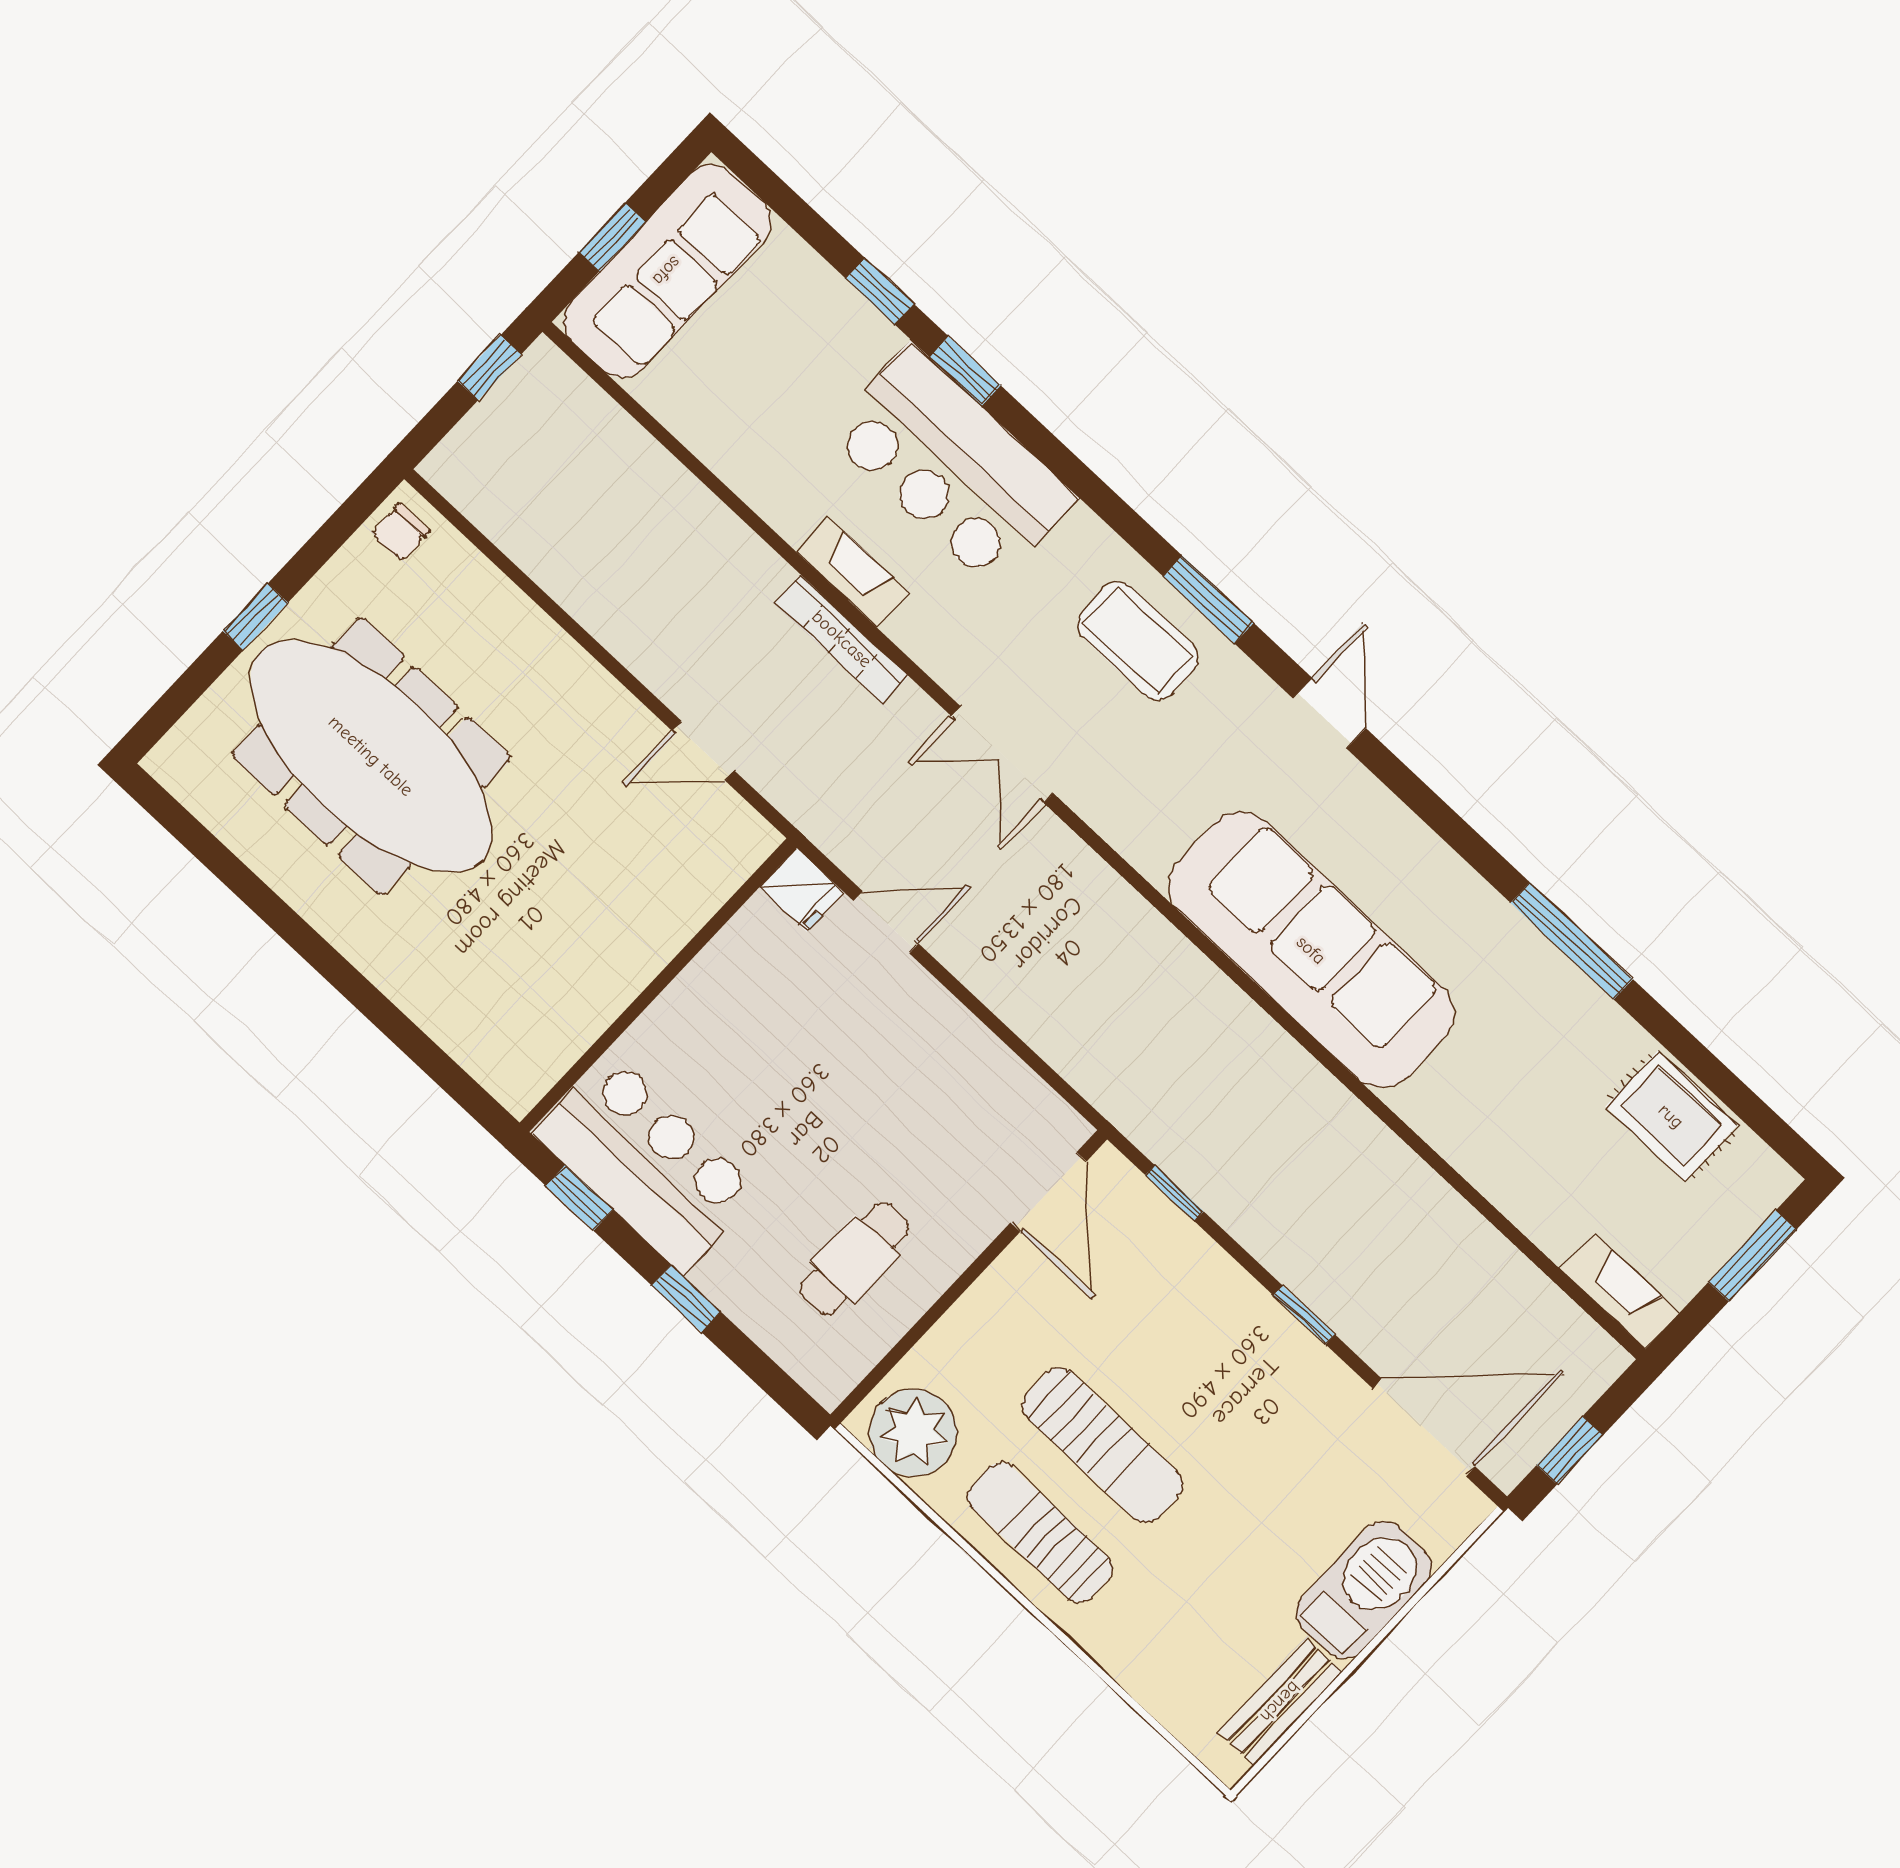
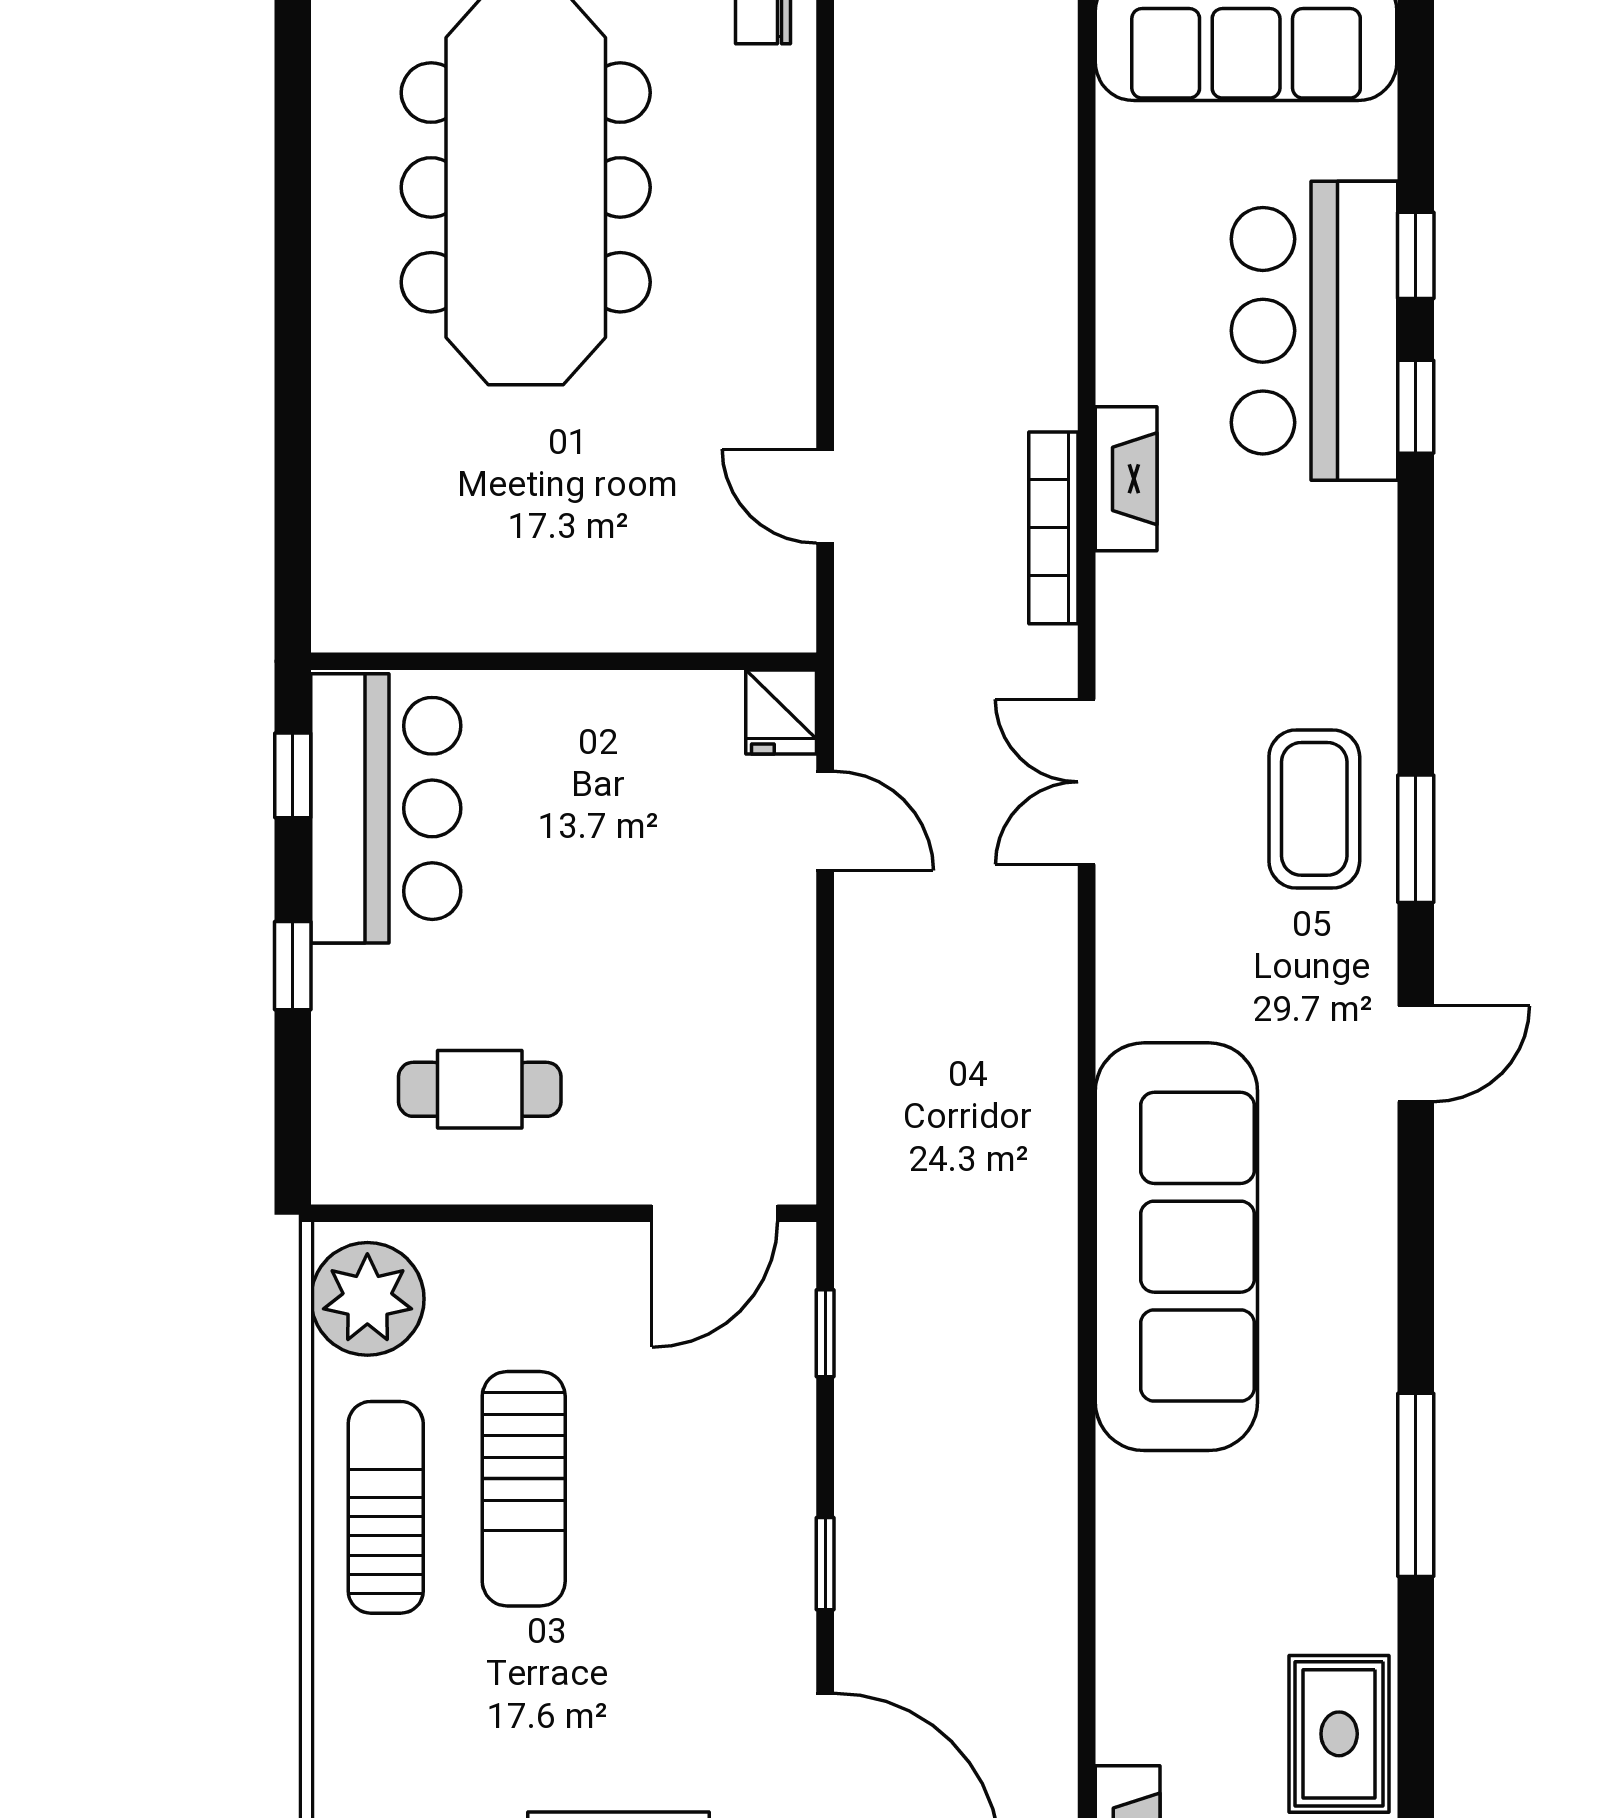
bar counter: (951, 466) -> (1314, 331), moved

